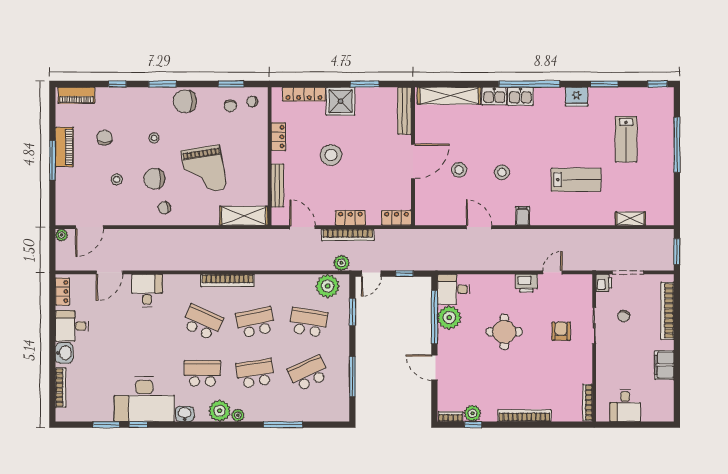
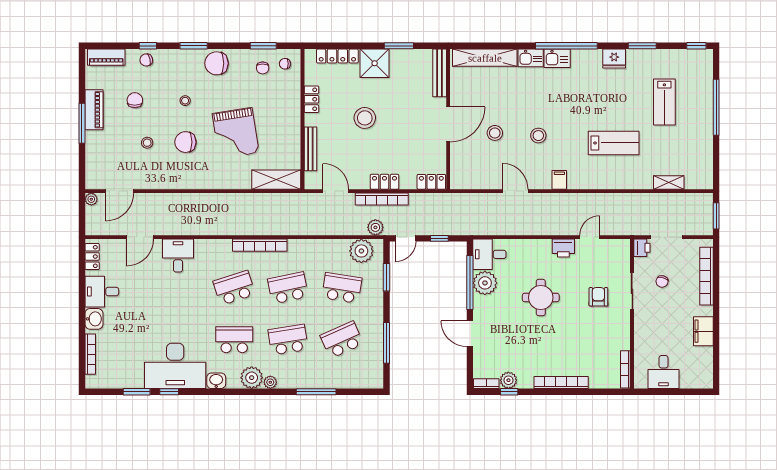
chair: (164, 208) -> (146, 60), moved
school desk: (202, 322) -> (234, 288), turned -42

